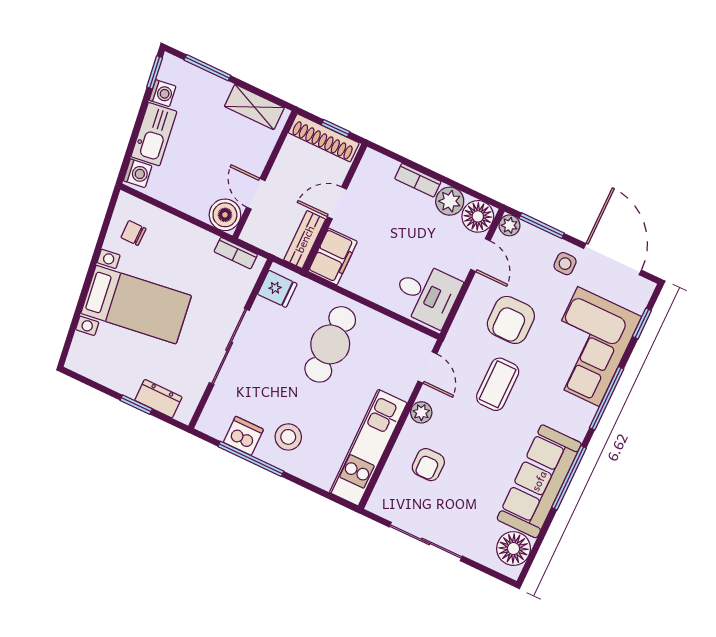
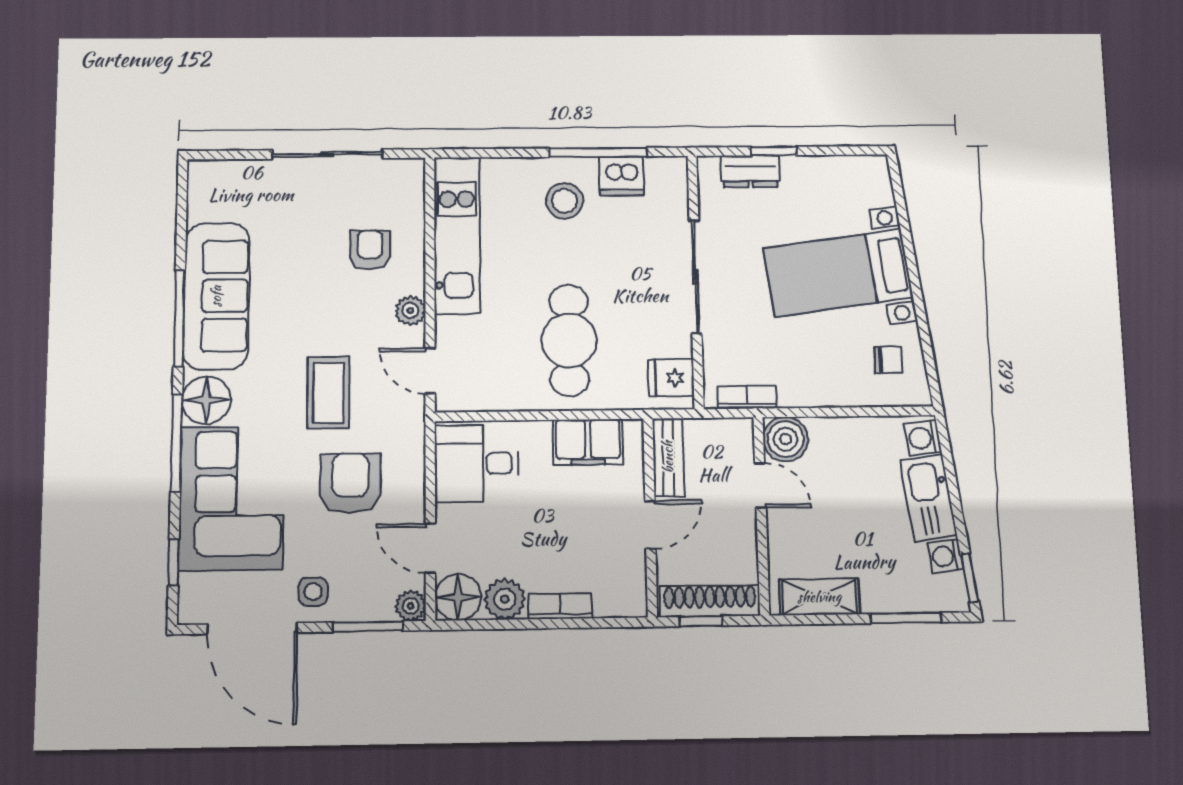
filing cabinet: (333, 257) -> (588, 442), moved, turned -90
floor lamp: (514, 549) -> (206, 400), moved

